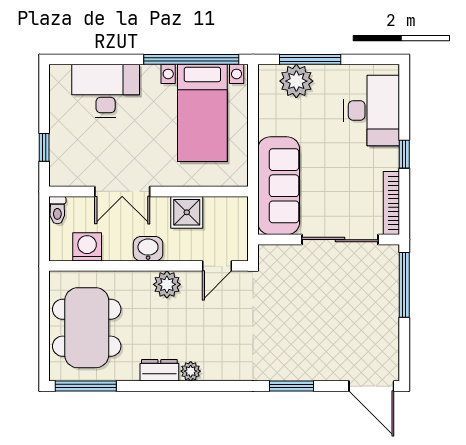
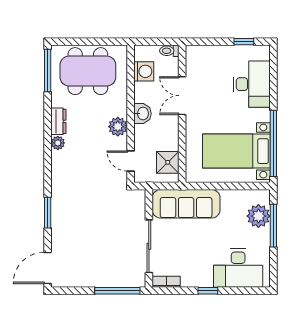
window: (44, 147) -> (244, 42), moved
bookcase: (391, 203) -> (166, 282), width x0.64
shower: (187, 212) -> (168, 162), moved

